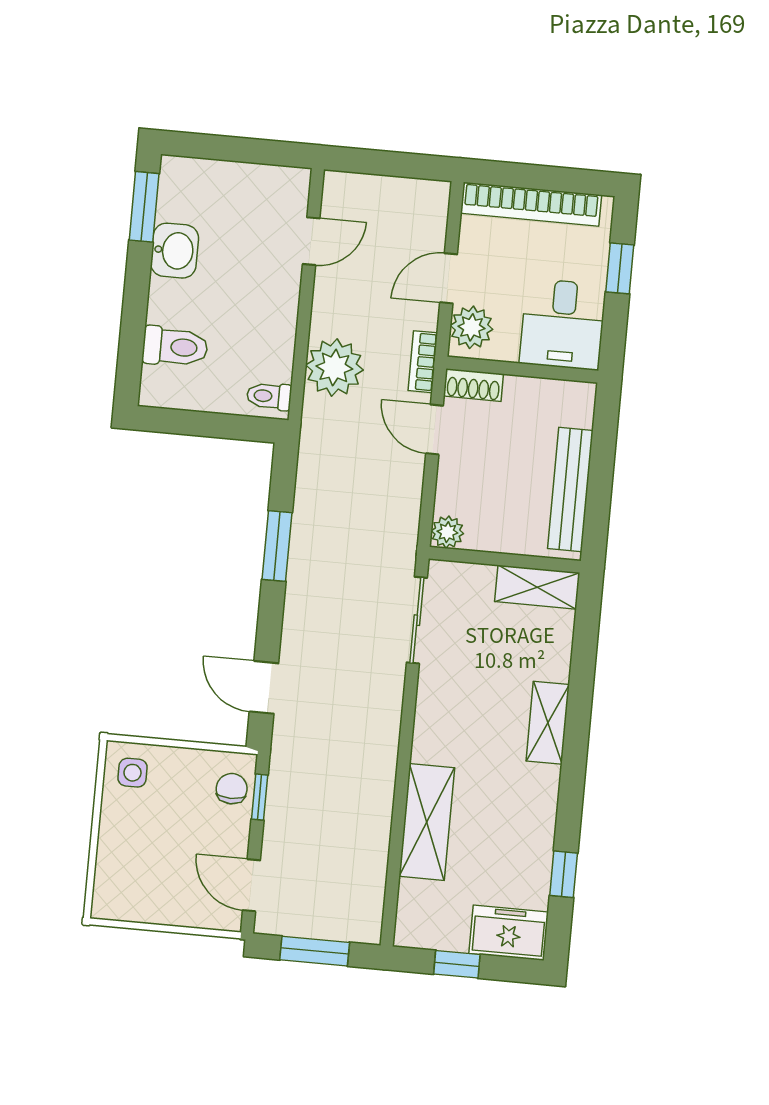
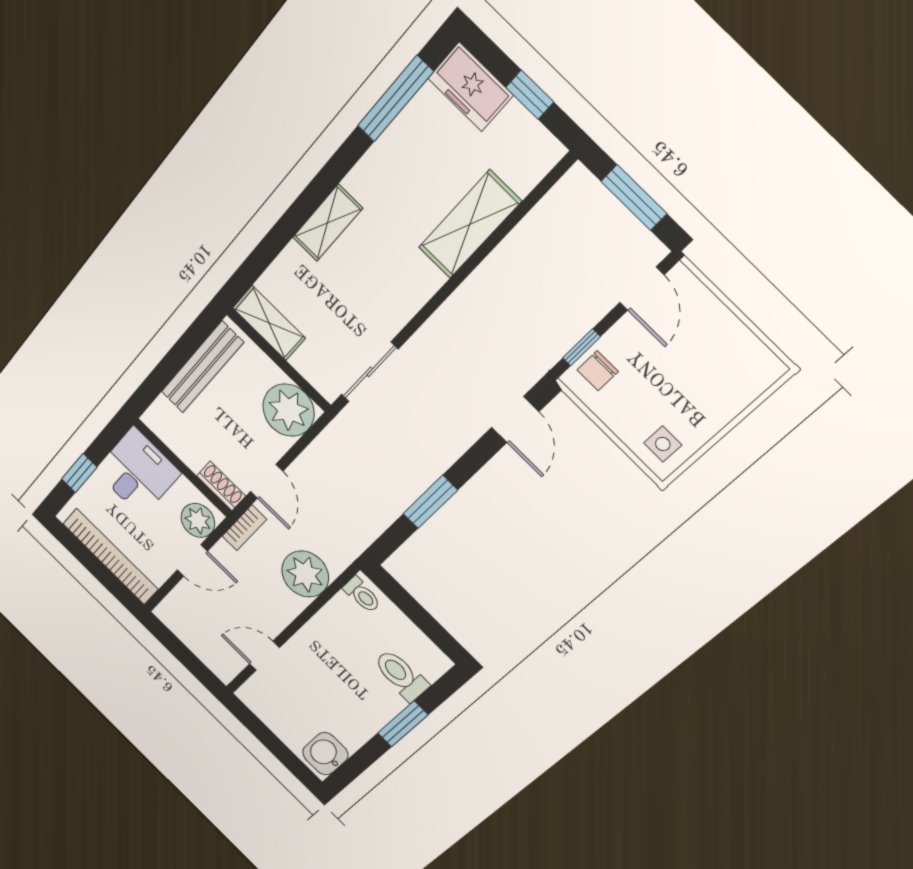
window: (144, 207) -> (403, 724), moved
washbasin: (175, 251) -> (325, 754), moved
plant: (447, 532) -> (288, 410), width x1.87, depth x1.87
window: (564, 874) -> (395, 99), width x2.17

